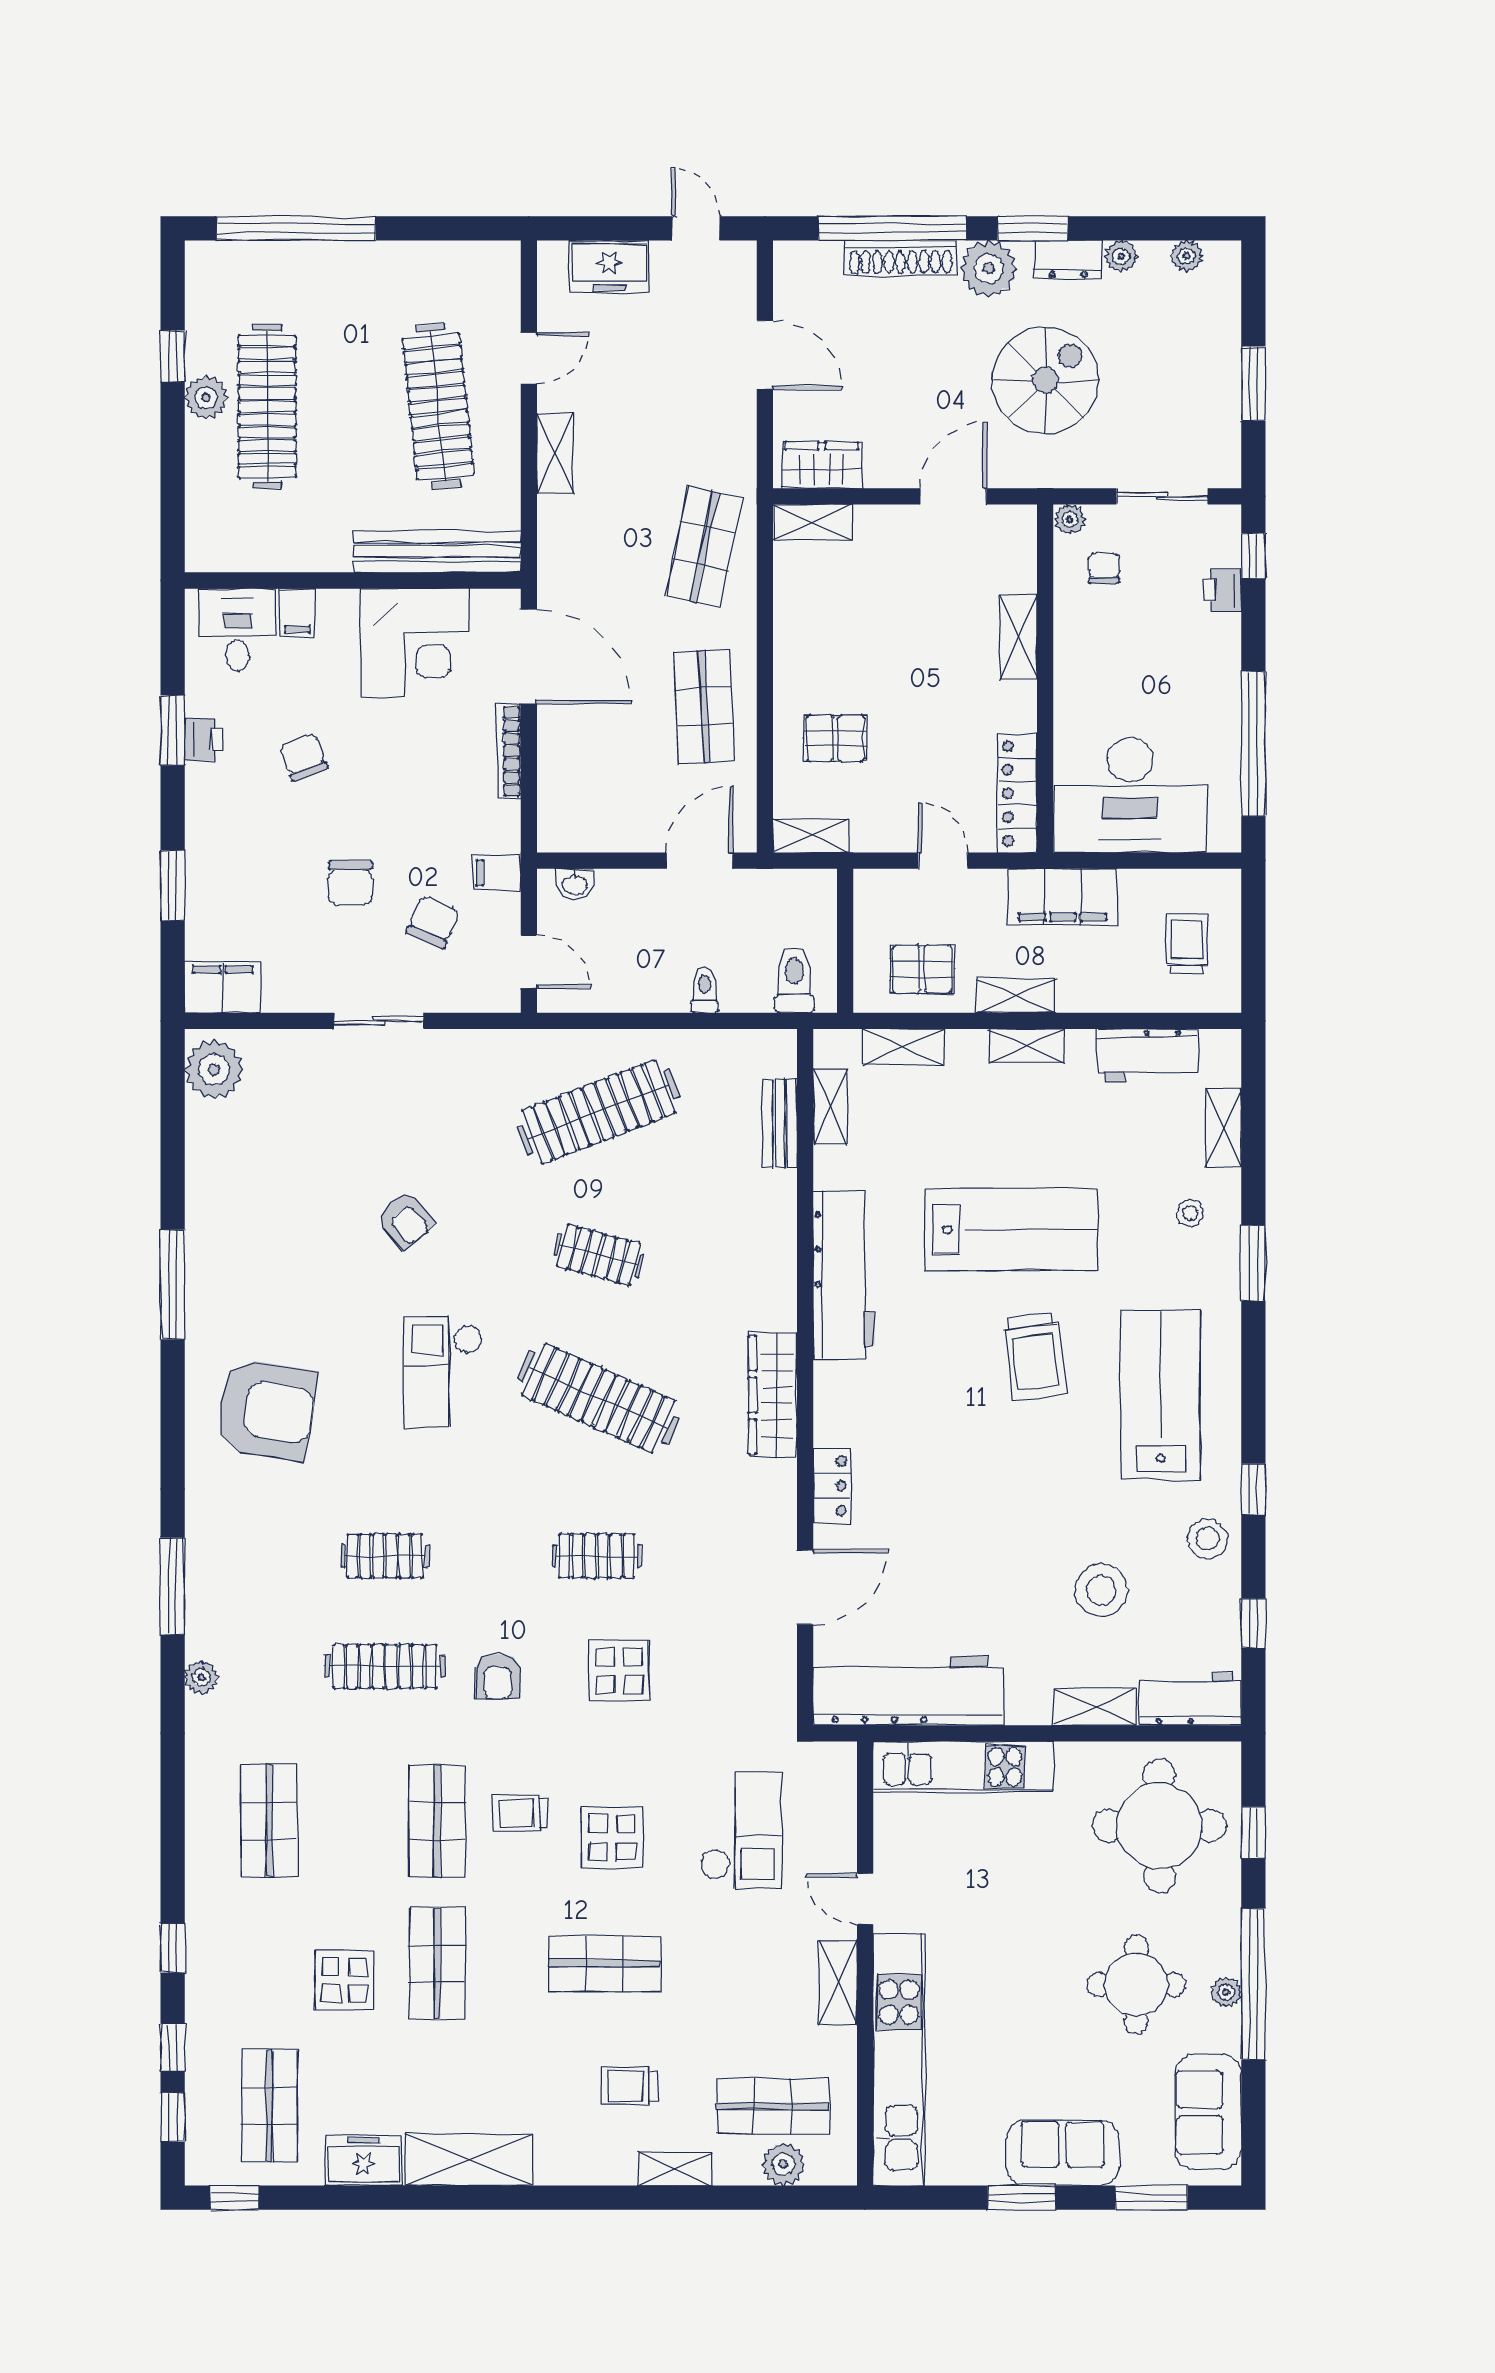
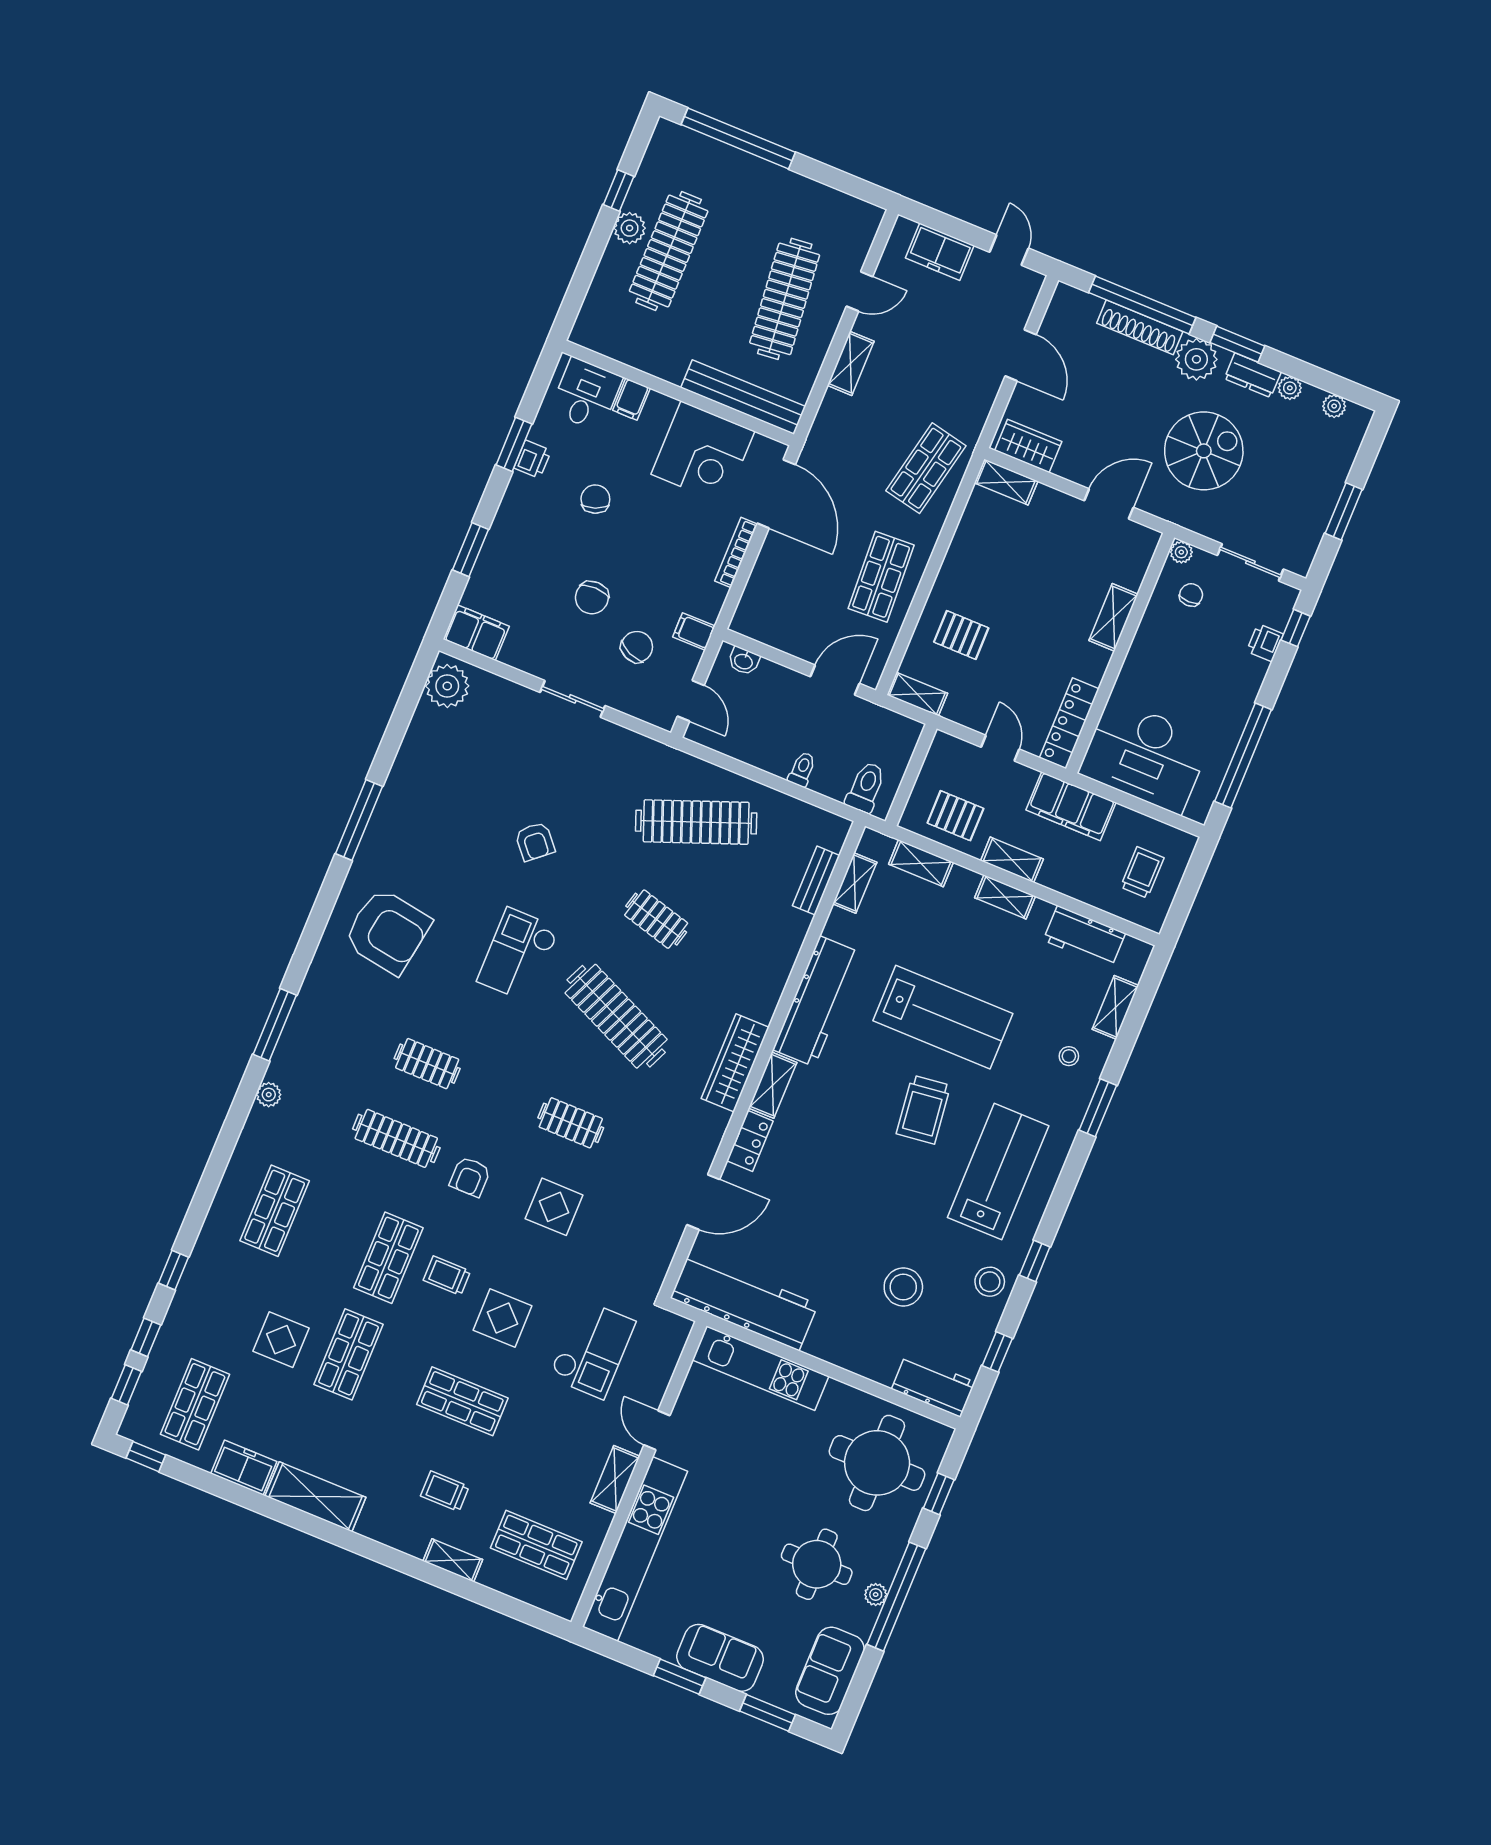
shelving: (1095, 1707) -> (773, 1085), moved, turned 90
plant: (784, 2164) -> (528, 1587), removed

